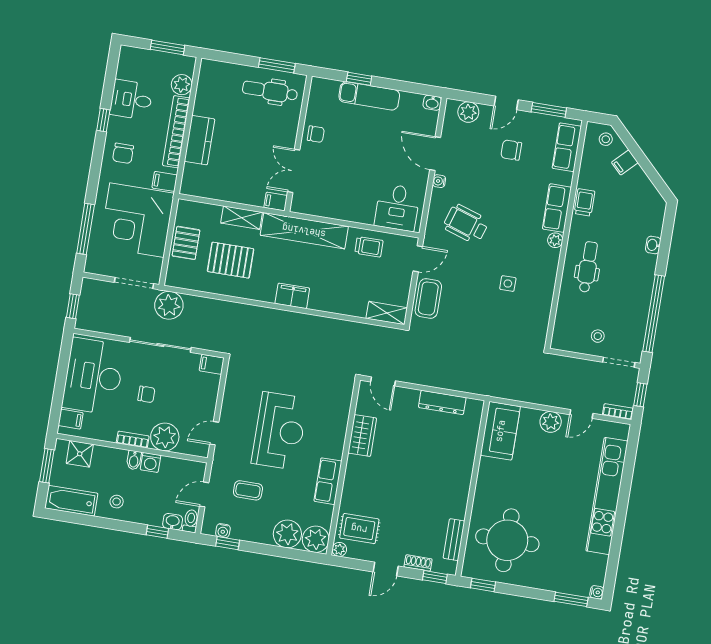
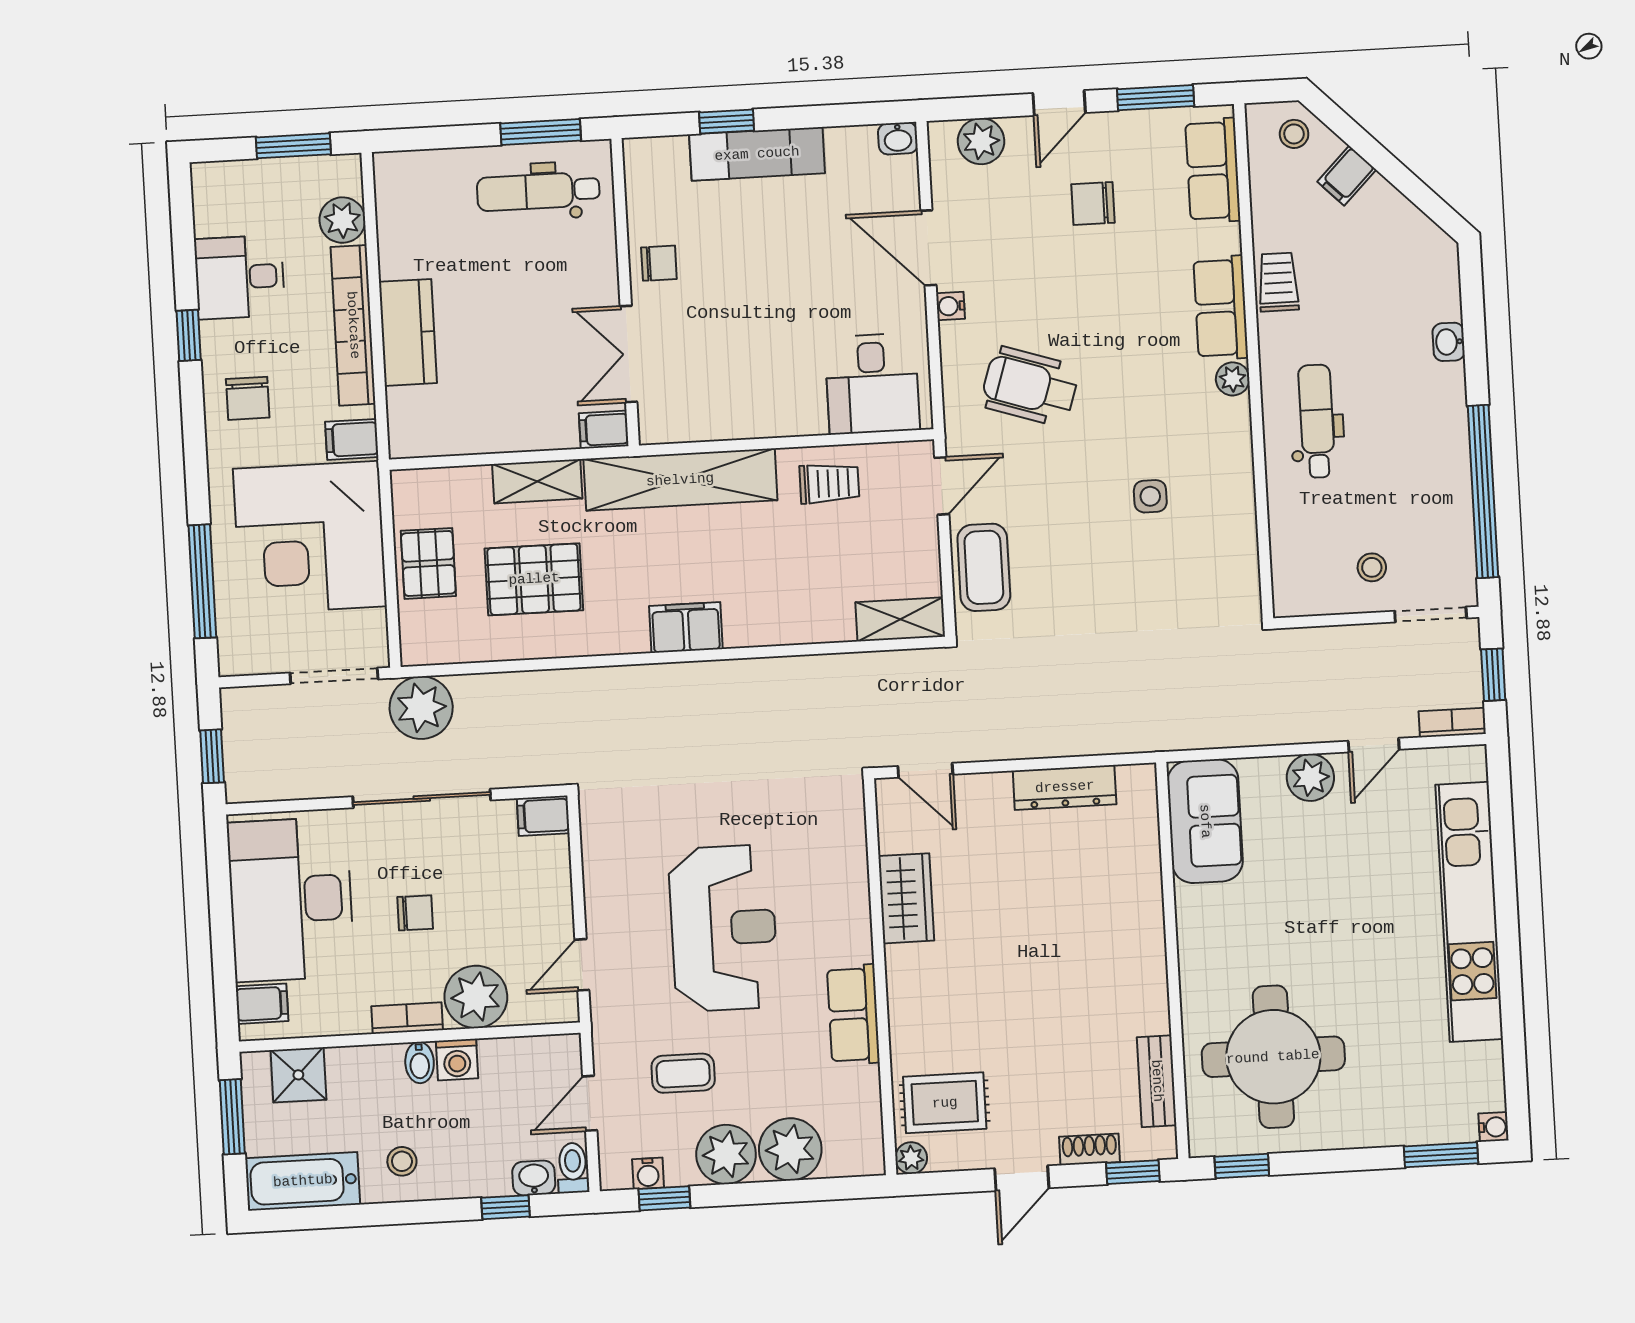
plant: (316, 539) -> (726, 1154), moved

